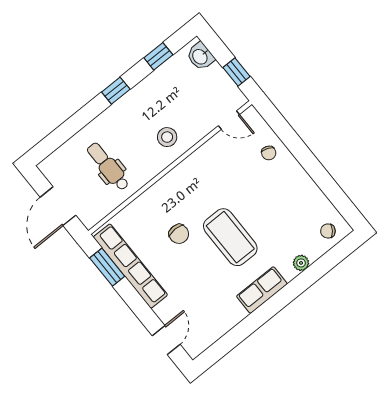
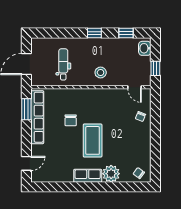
plant: (301, 263) -> (111, 174), width x1.87, depth x1.87

